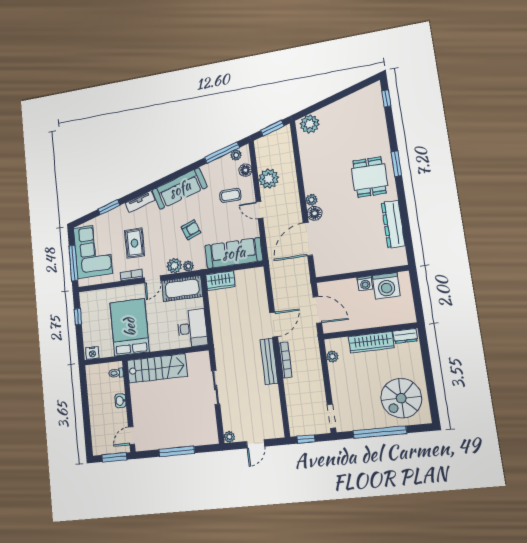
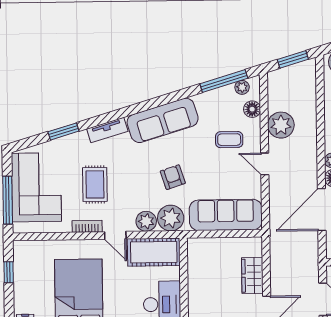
armchair: (191, 230) -> (173, 177), turned -87
plant: (188, 266) -> (171, 218), width x1.88, depth x1.88
door: (153, 279) -> (115, 235), hinge flipped
wardrobe: (220, 281) -> (252, 276), moved, turned 90

